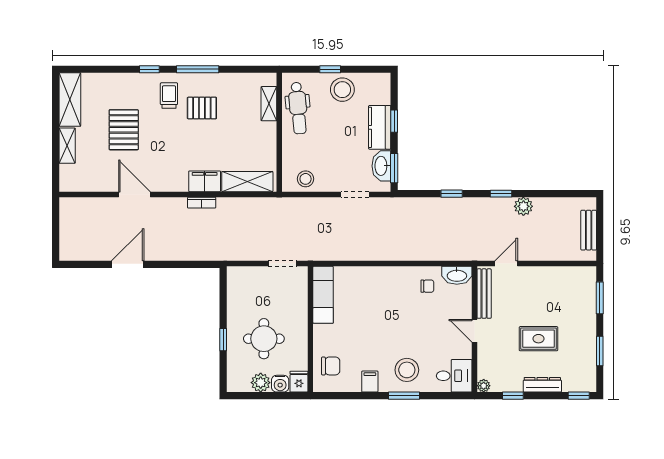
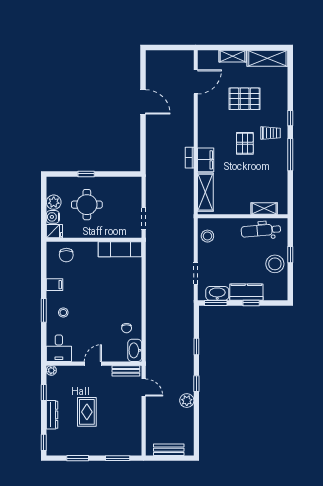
pallet: (202, 108) -> (245, 143), moved
door: (135, 194) -> (196, 82), moved
bench: (484, 294) -> (126, 371), width x0.73
stool: (407, 370) -> (63, 313), width x0.53, depth x0.53

